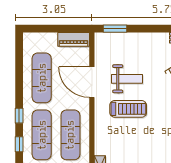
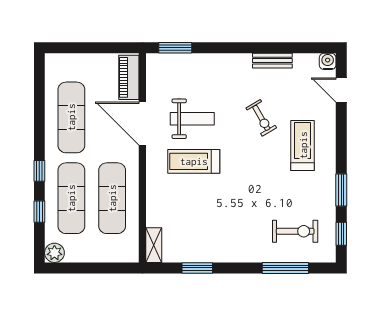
piano: (74, 39) -> (129, 77), moved, turned 90
treadmill: (128, 109) -> (194, 161), turned 180

